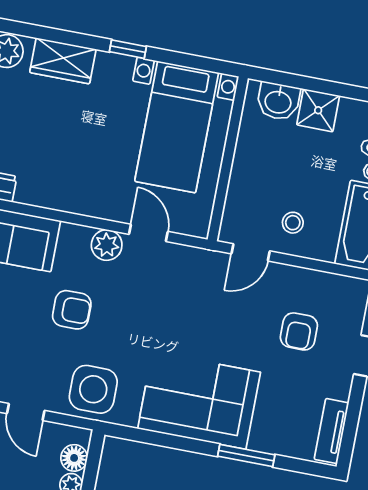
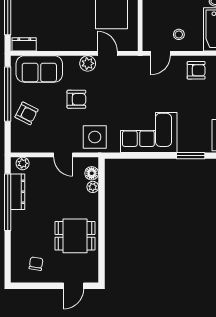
armchair: (299, 331) -> (196, 70), moved, turned -90
window: (246, 456) -> (191, 156), moved

